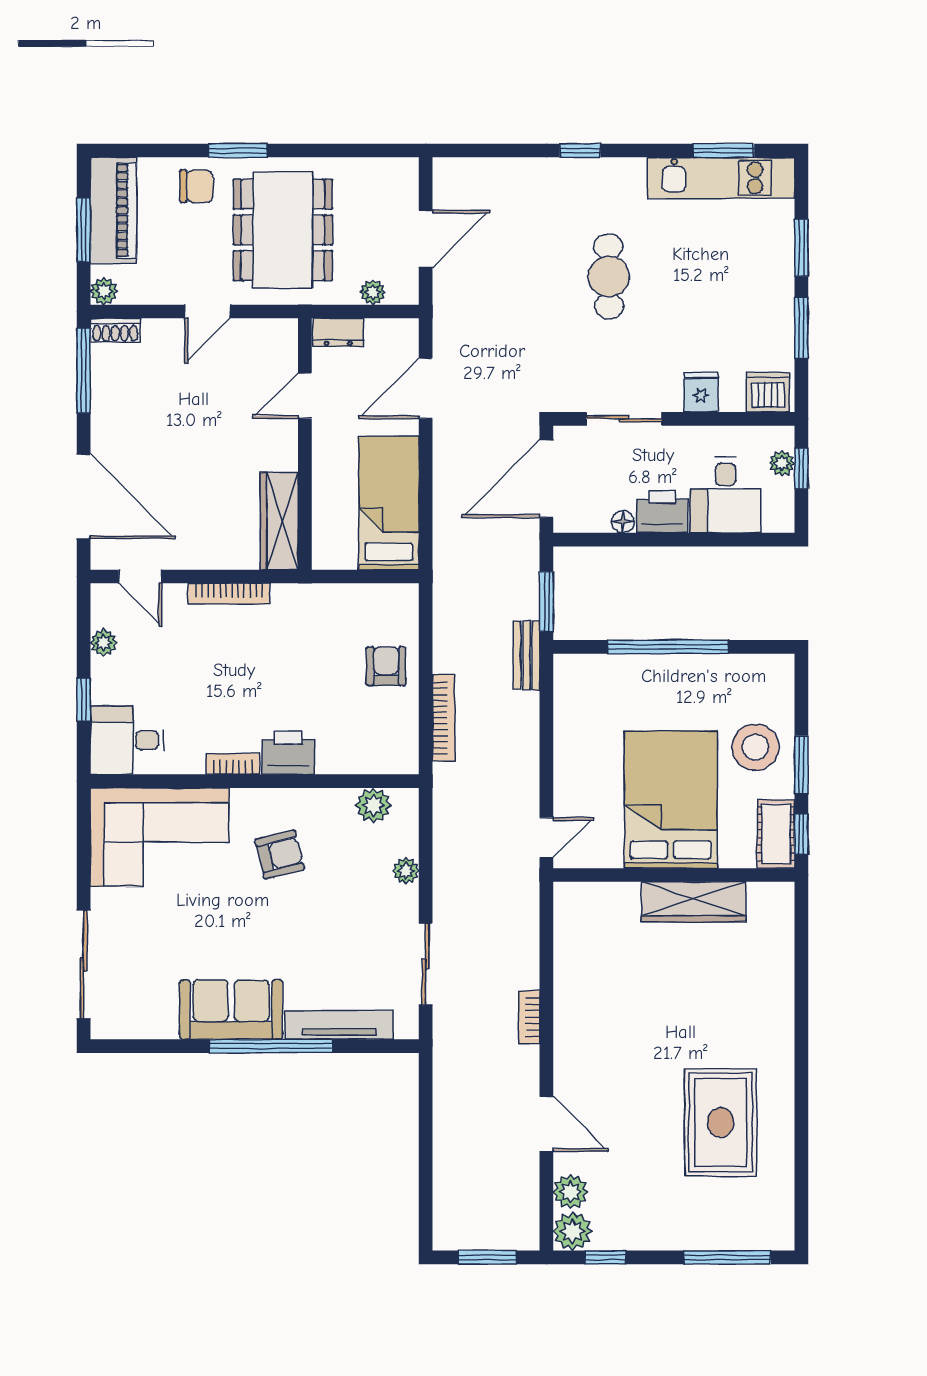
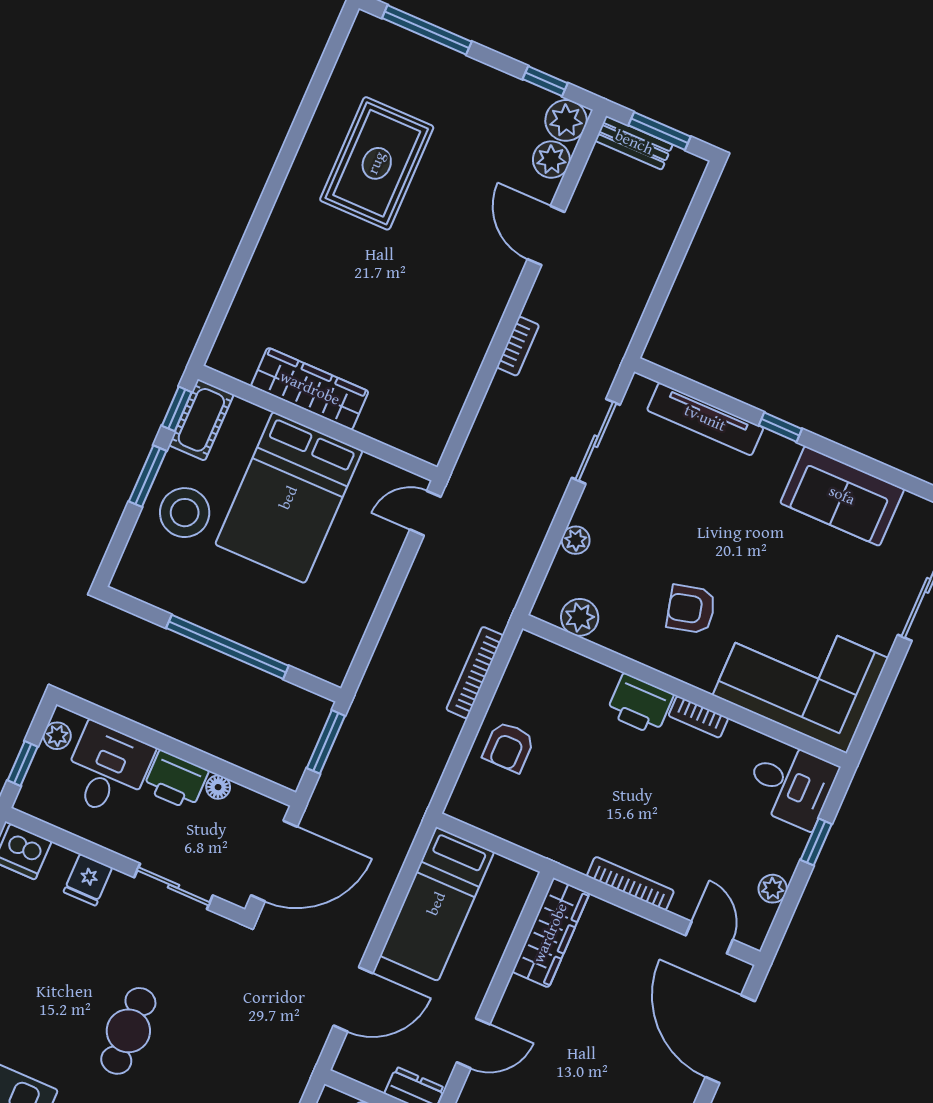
plant: (782, 463) -> (57, 736), moved
bench: (527, 655) -> (634, 143), moved, turned 90
sofa: (231, 1010) -> (842, 496), moved
window: (271, 1046) -> (780, 427), width x0.32

